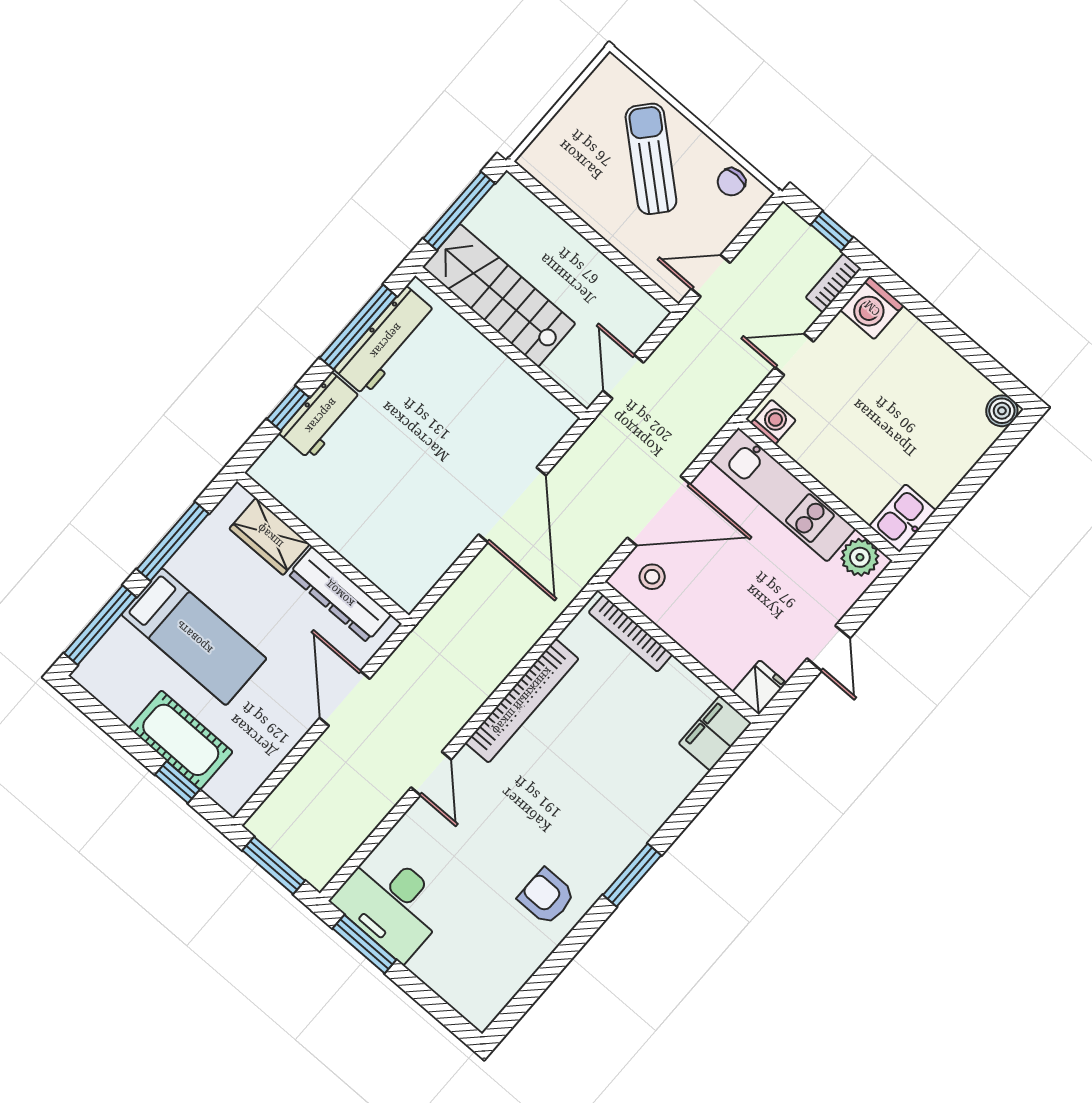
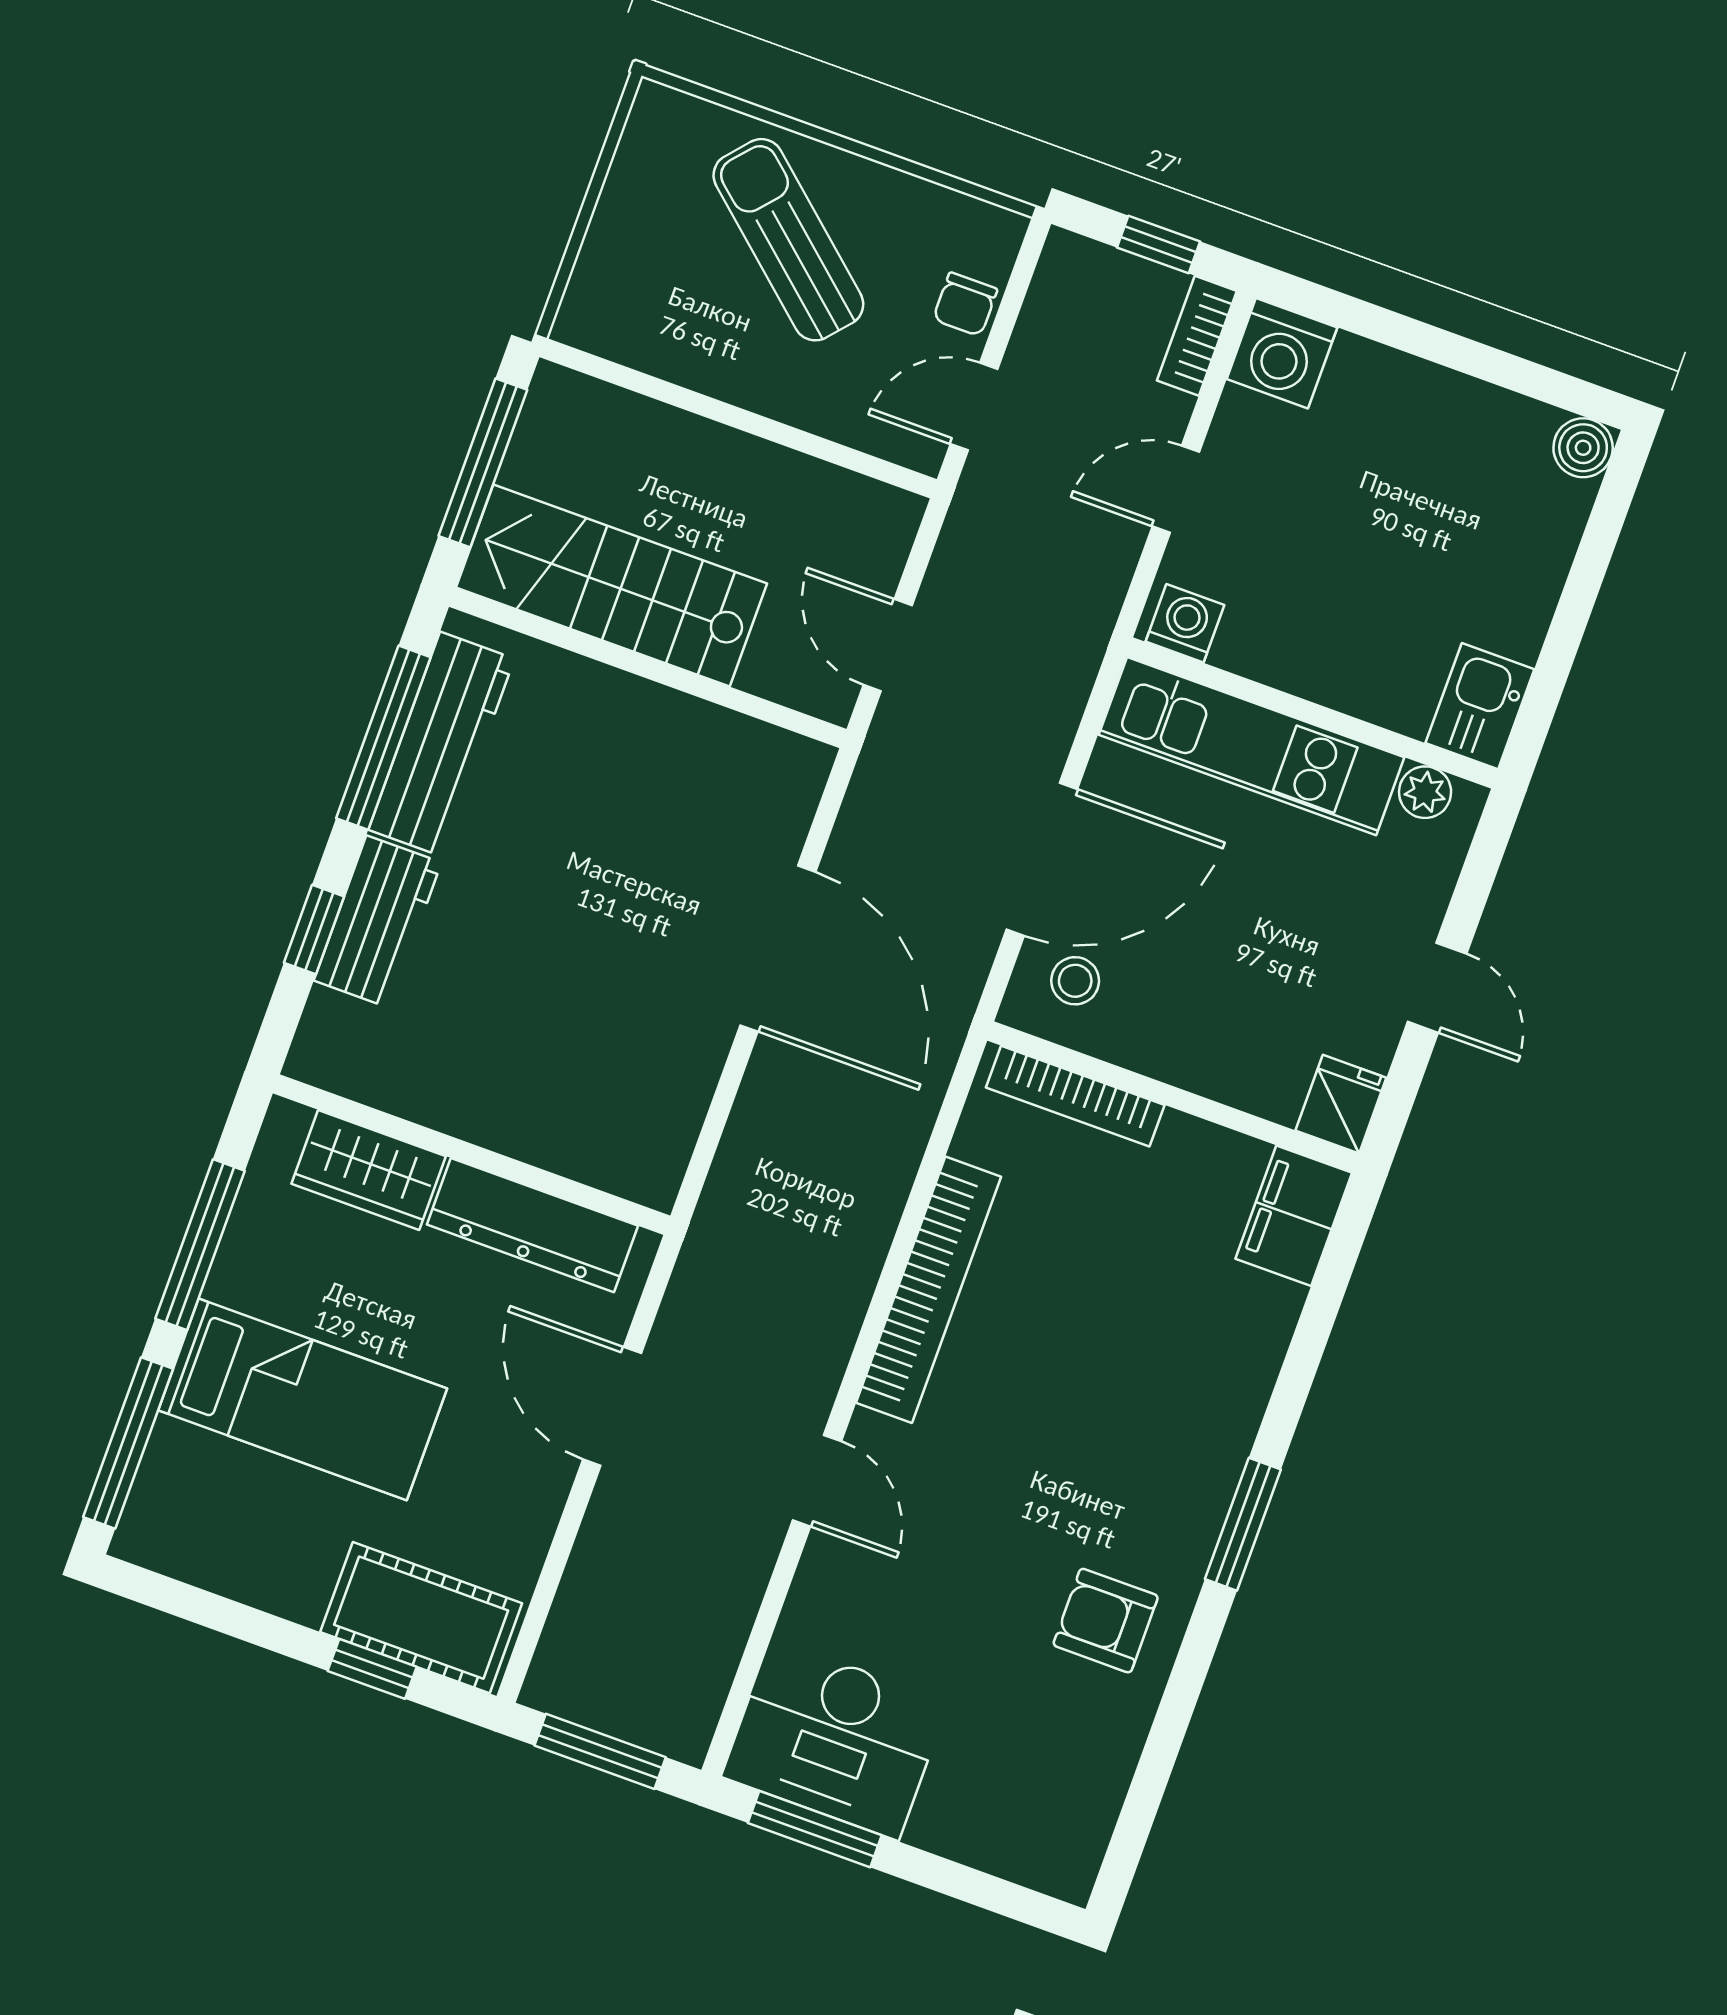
chair: (731, 182) -> (965, 304), moved
plant: (860, 557) -> (1425, 792), width x0.73, depth x0.73
cot: (181, 740) -> (421, 1618), moved

